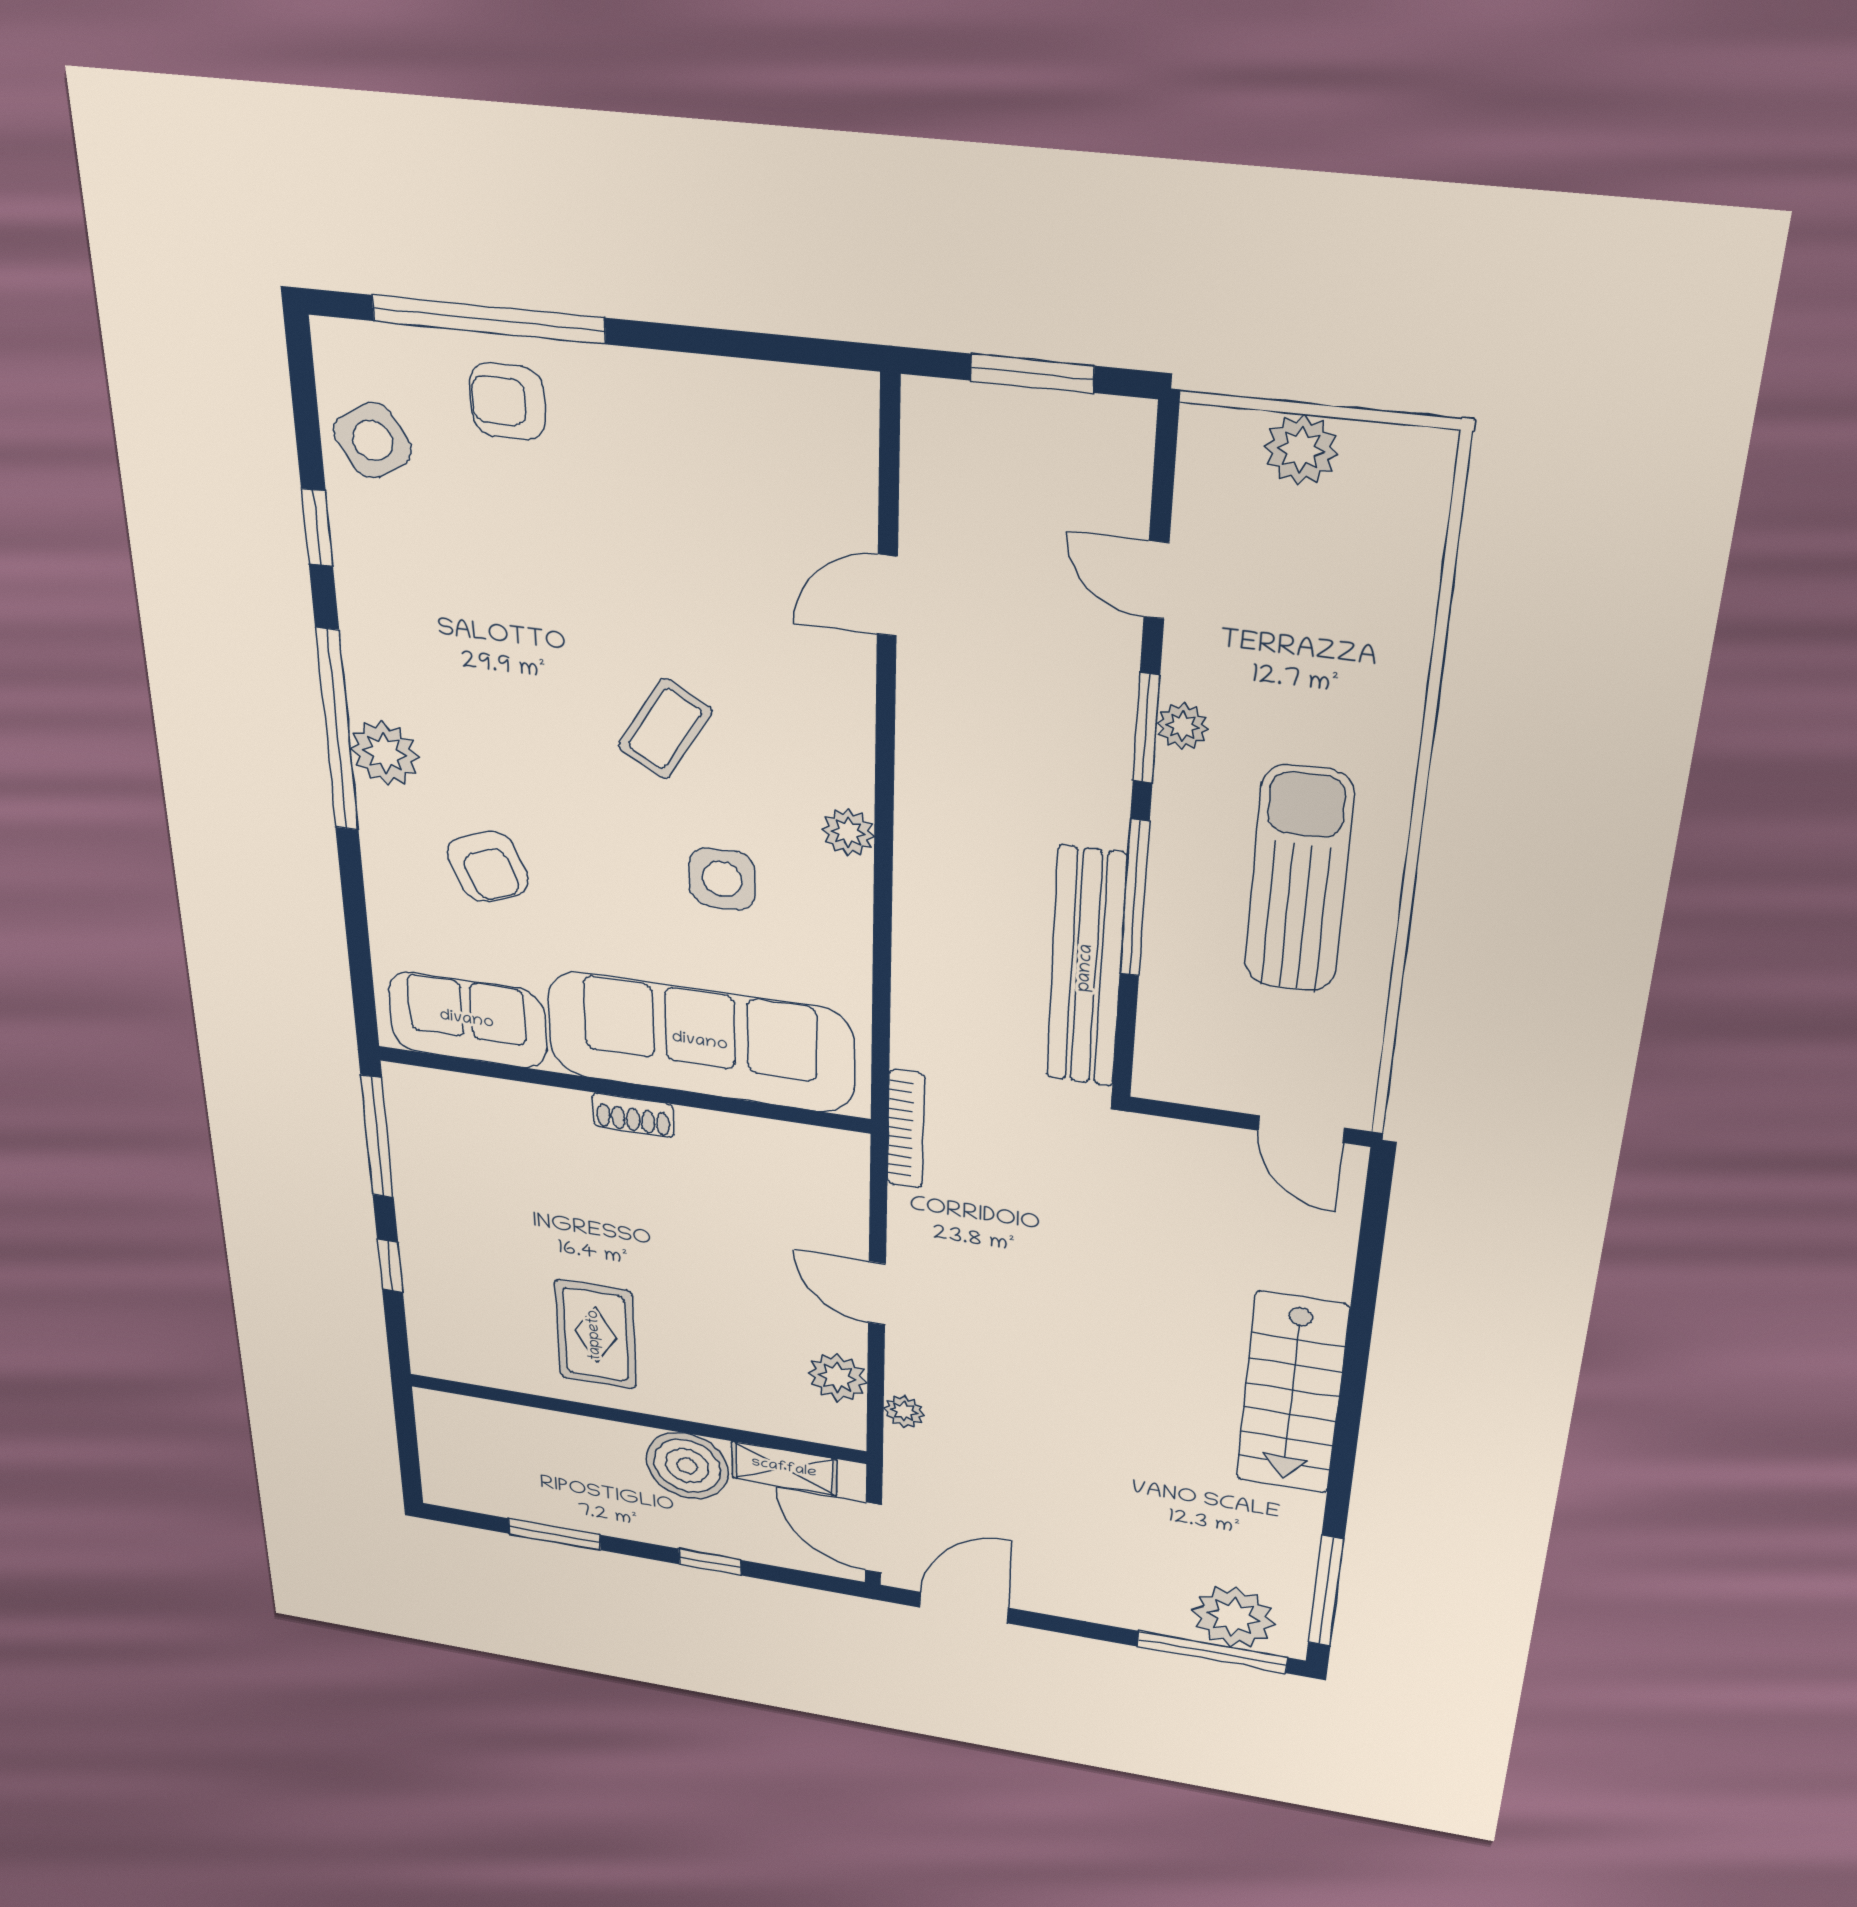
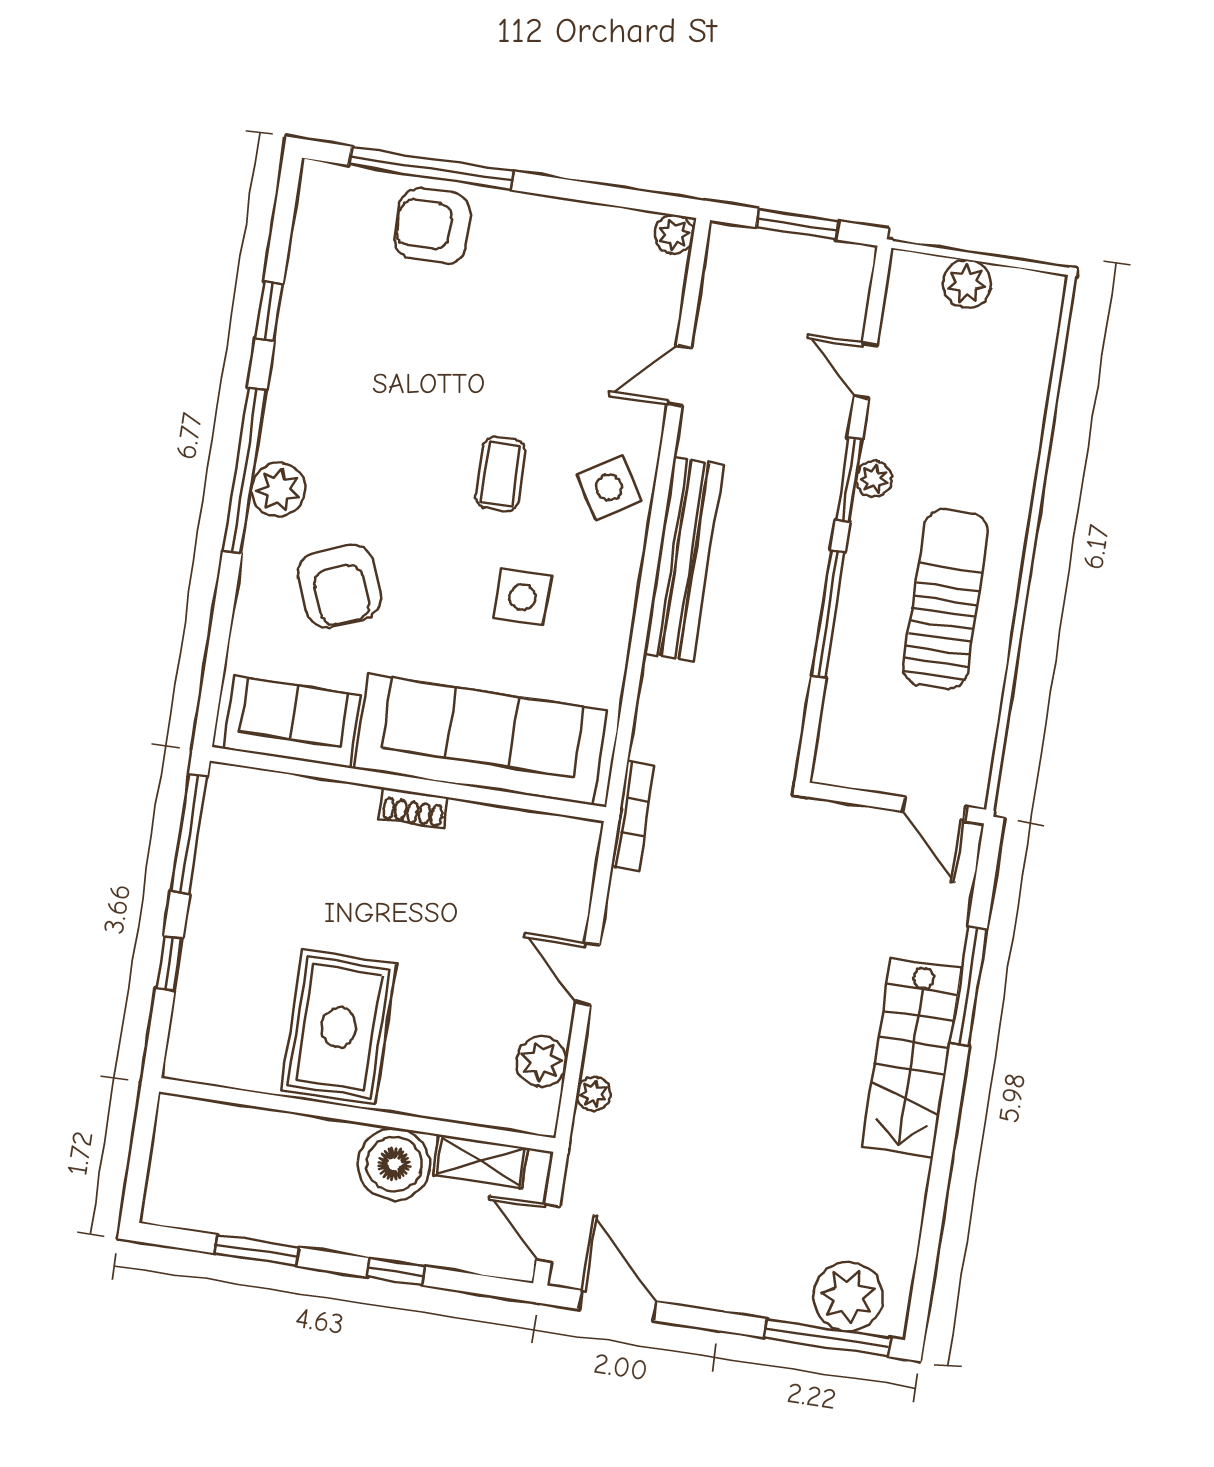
armchair: (508, 402) -> (433, 226), width x1.38, depth x1.38
side table: (373, 441) -> (609, 488), moved
coffee table: (665, 729) -> (500, 474), turned -31
plant: (848, 832) -> (674, 234), moved
armchair: (488, 867) -> (339, 586), width x1.38, depth x1.38
bench: (1086, 968) -> (683, 559), moved
rug: (595, 1335) -> (339, 1027), width x1.36, depth x1.43
door: (873, 1538) -> (548, 1233), width x0.73
window: (1326, 1591) -> (969, 986), moved
door: (964, 1608) -> (618, 1306), hinge flipped

